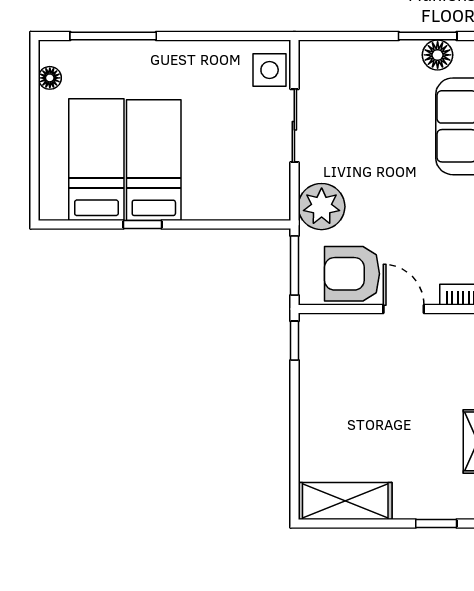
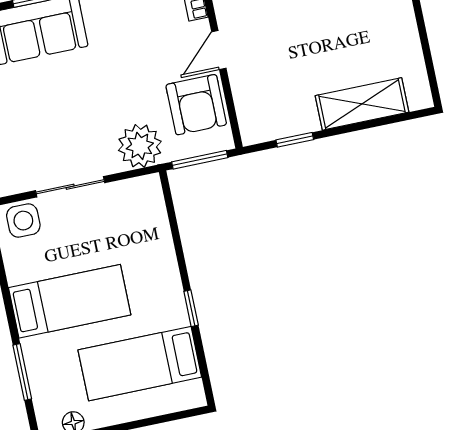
window: (113, 36) -> (22, 372), width x0.69
bed: (154, 160) -> (70, 301), moved, turned 180
window: (294, 341) -> (295, 140), moved
shelving: (345, 501) -> (362, 104), moved, turned 90

